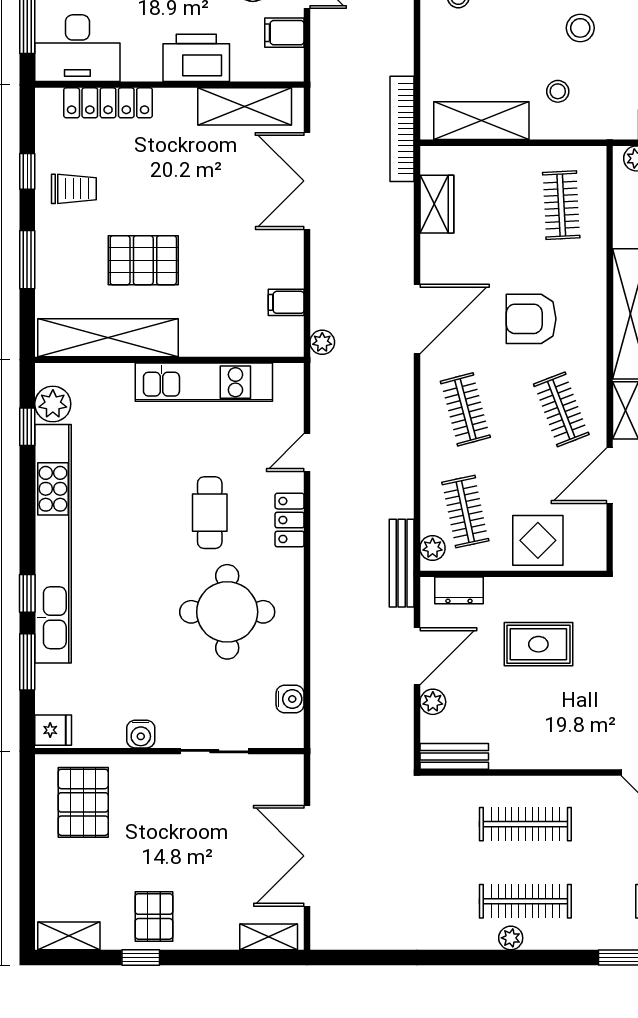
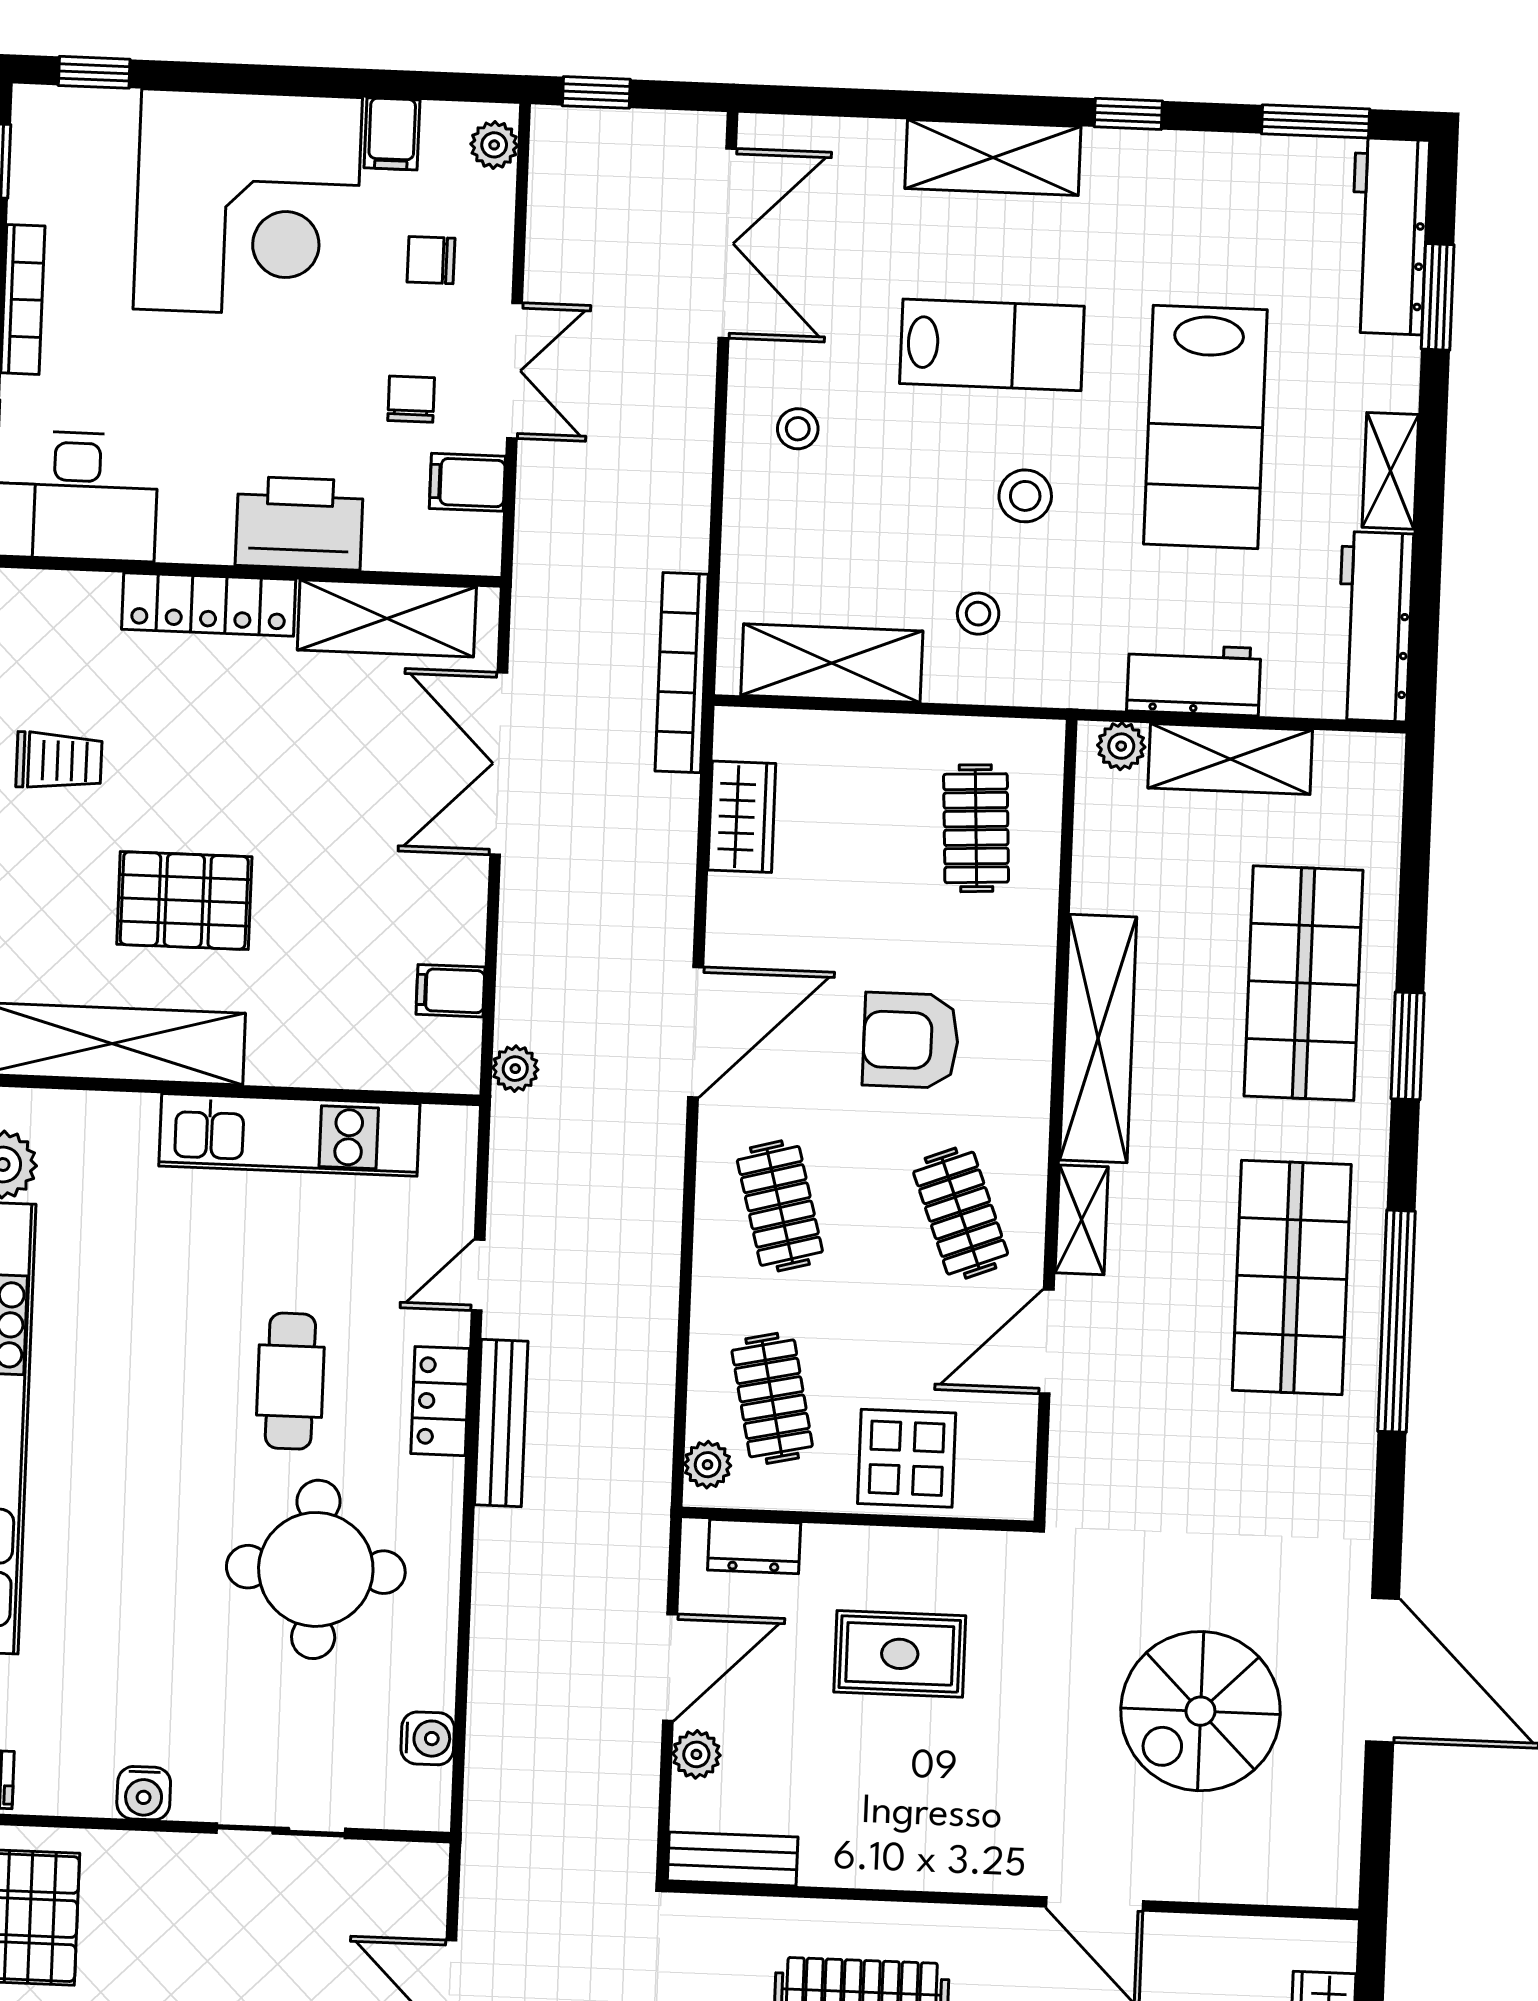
locker: (108, 103) -> (209, 604), moved
bench: (402, 563) -> (501, 1423), moved

